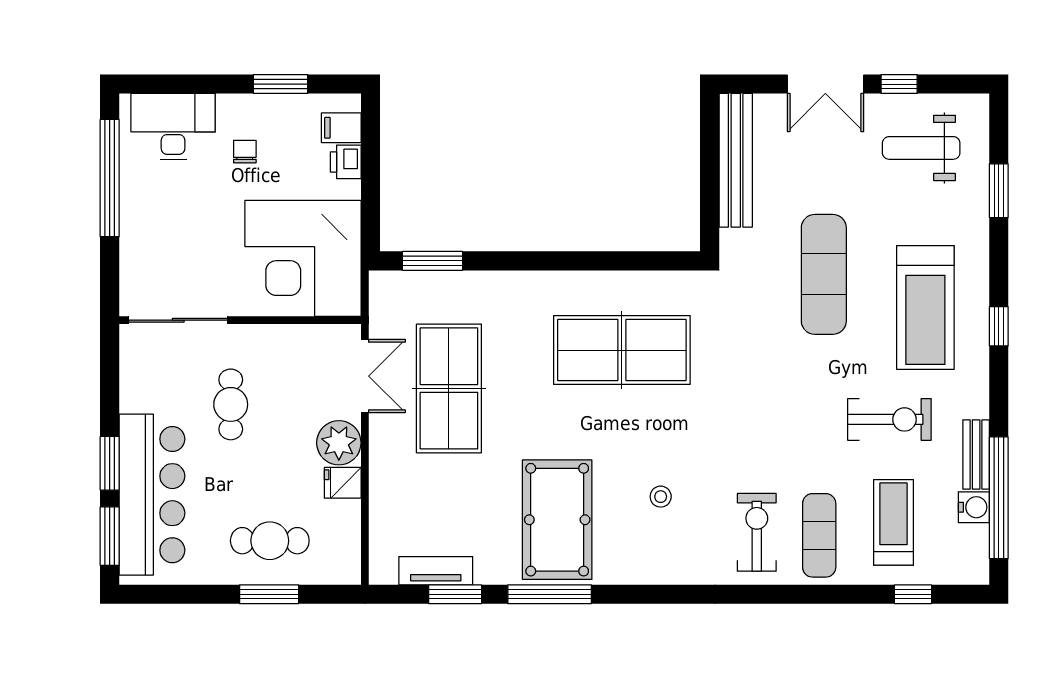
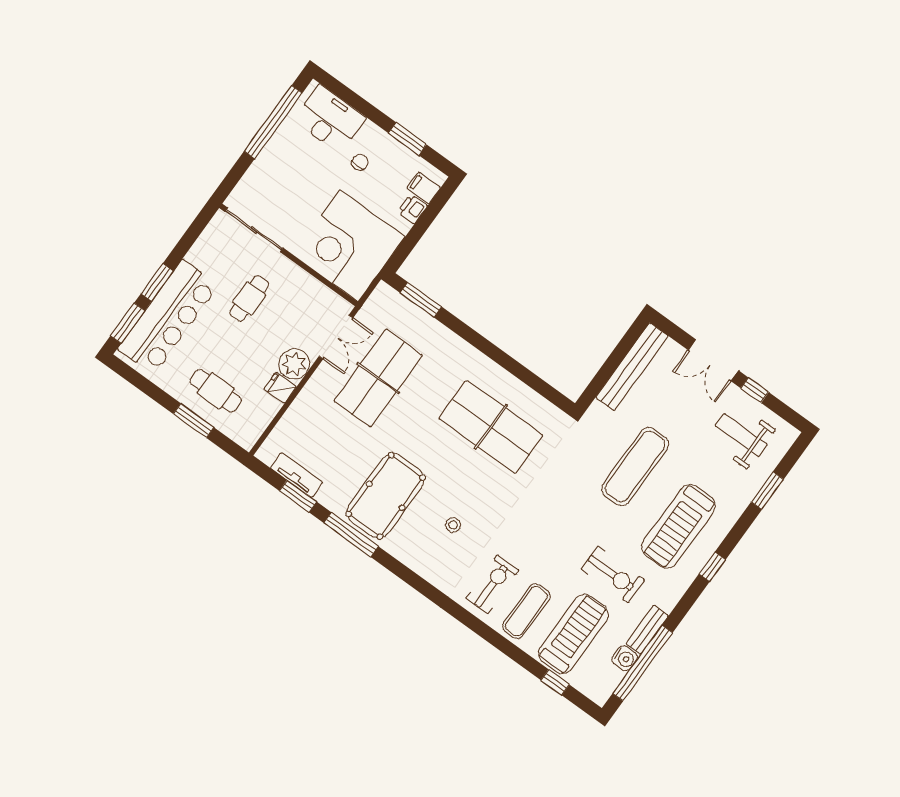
treadmill: (894, 522) -> (573, 634), width x1.37, depth x1.38

